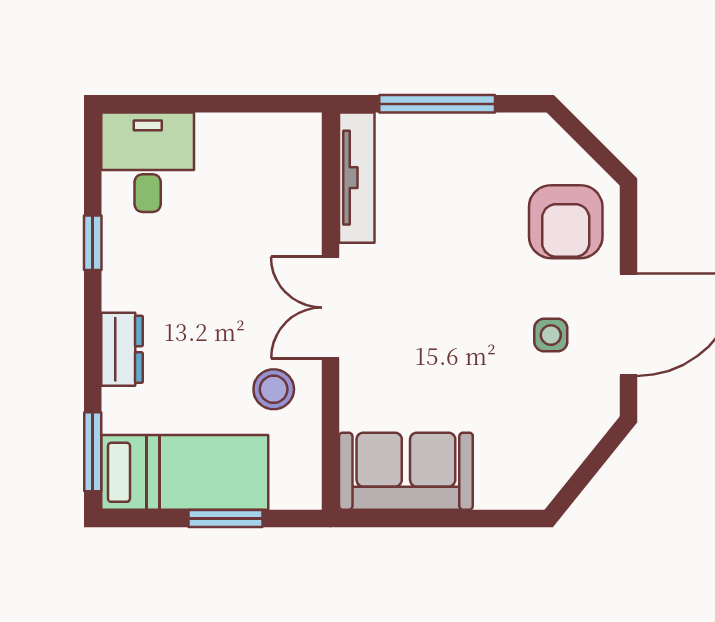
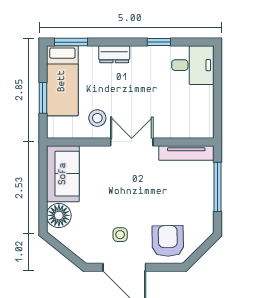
armchair: (566, 222) -> (168, 241), turned 89
floor lamp: (505, 481) -> (59, 215), added

